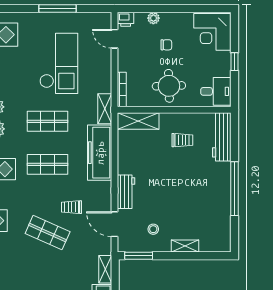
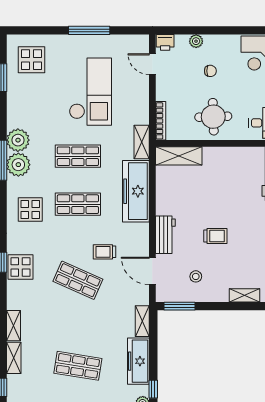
trolley: (182, 140) -> (215, 236), moved
shelving: (185, 246) -> (244, 295), moved

